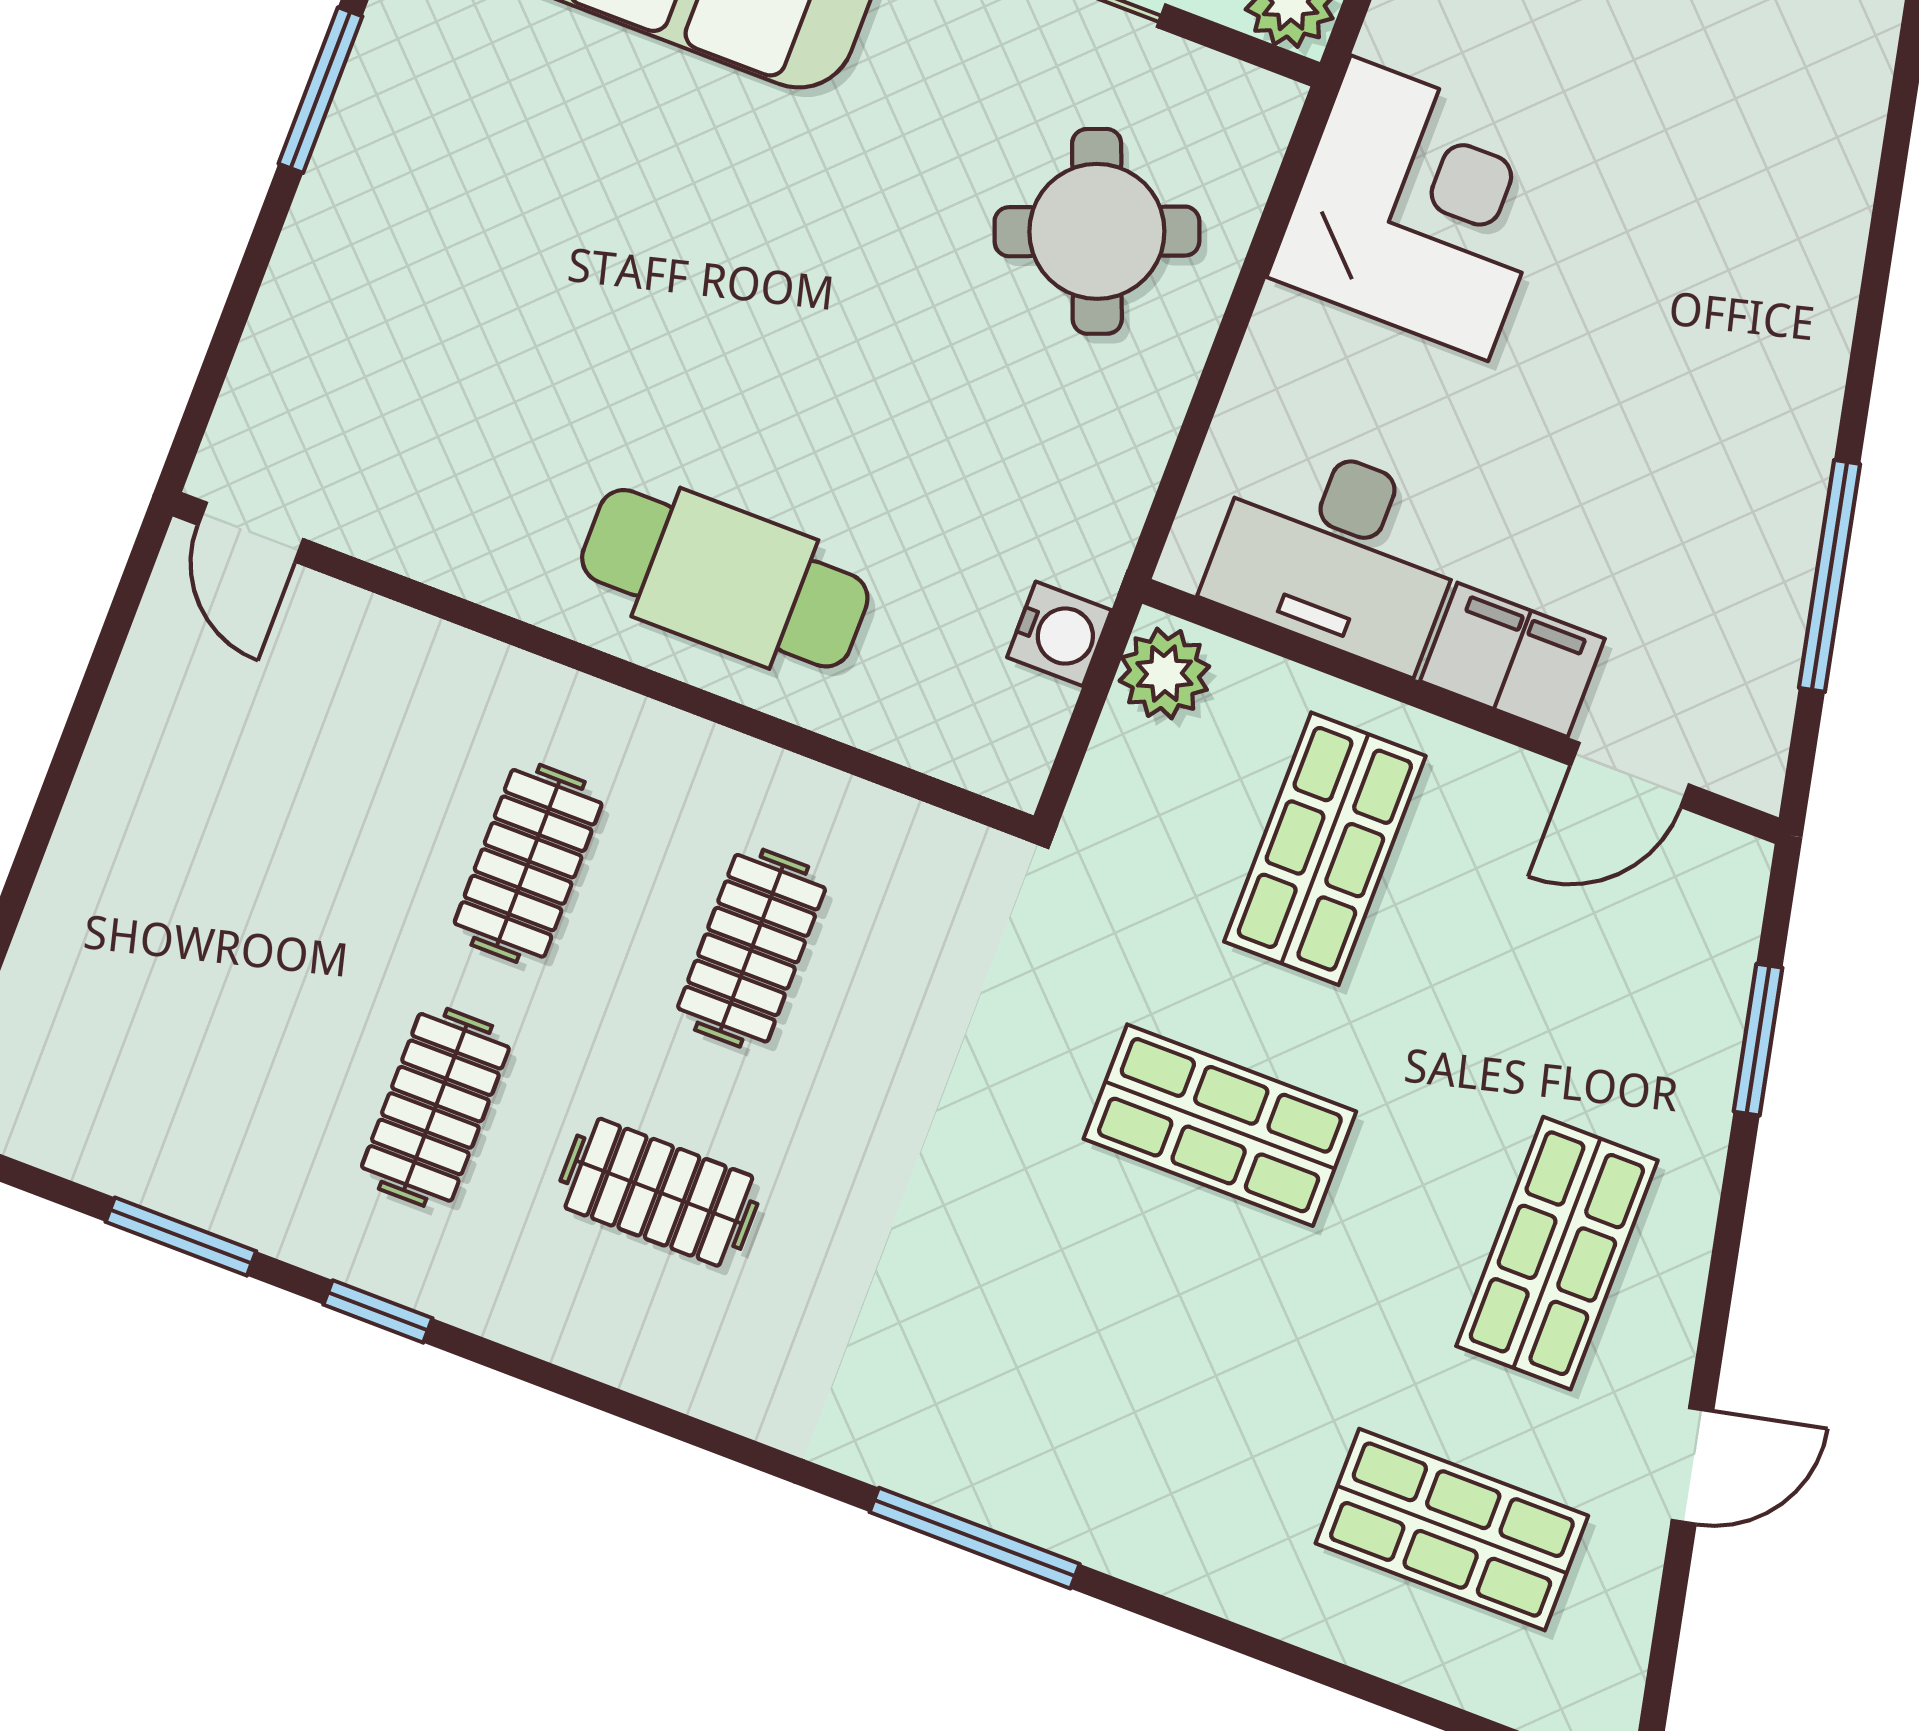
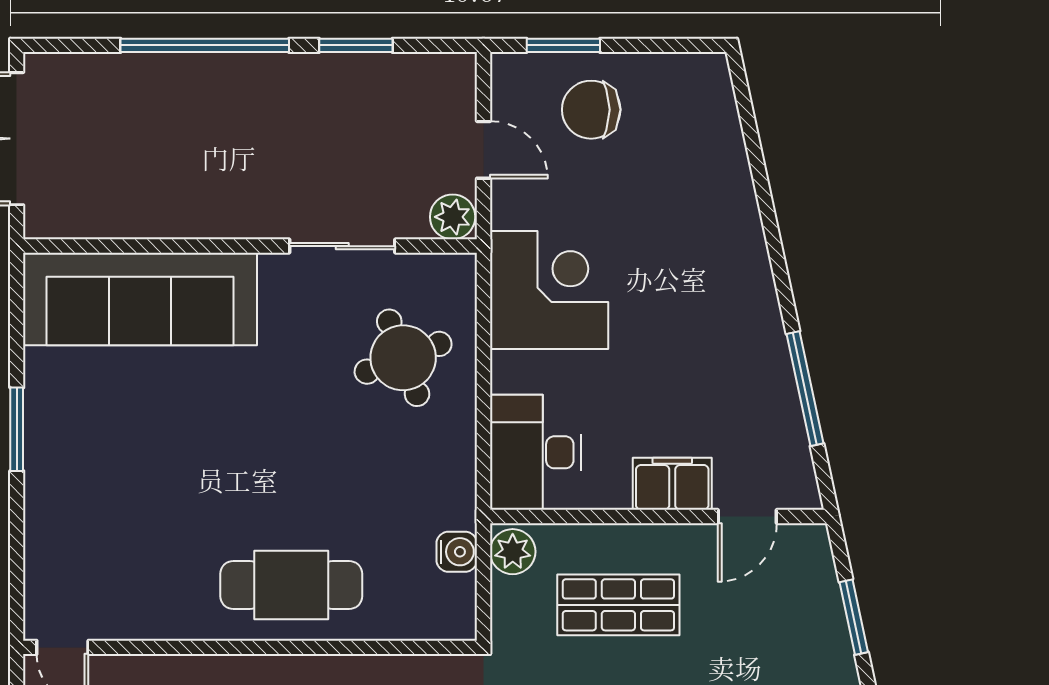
desk: (1337, 552) -> (535, 452), moved, turned 90
shop shelf: (1325, 849) -> (618, 605), turned 90

